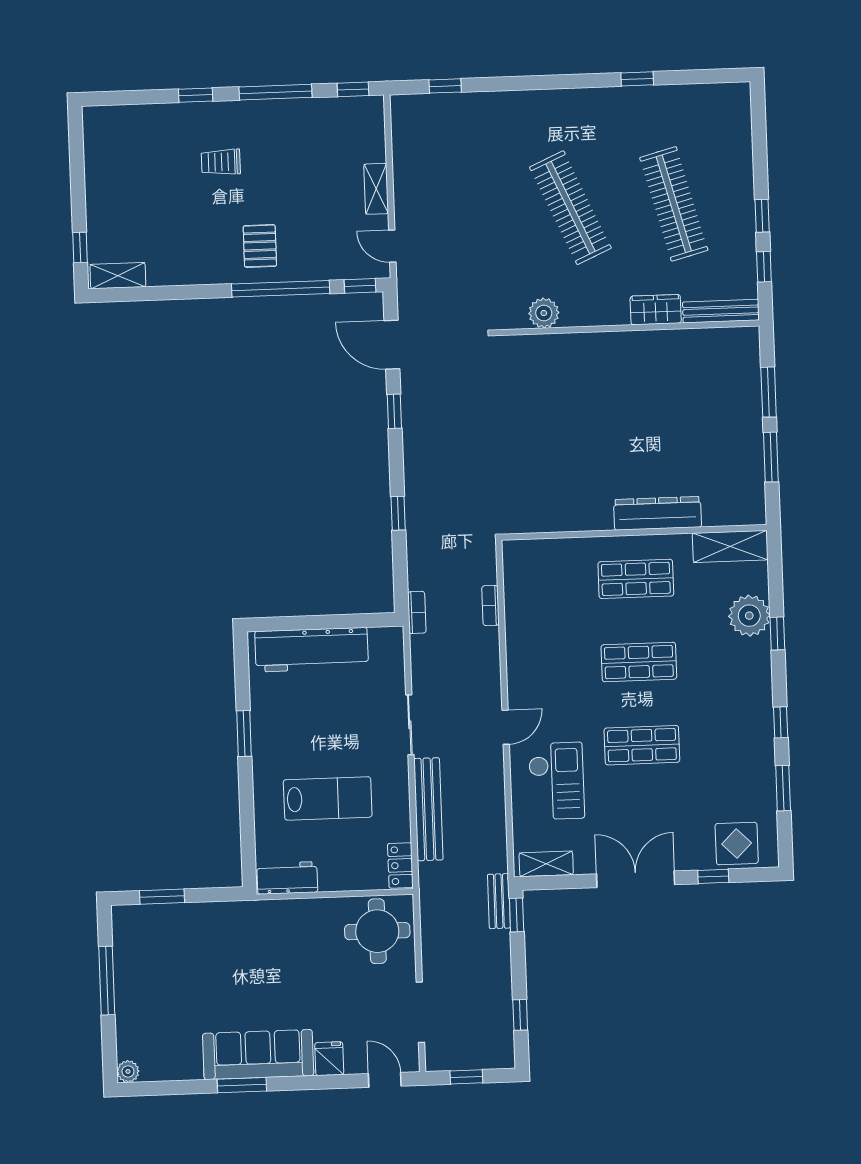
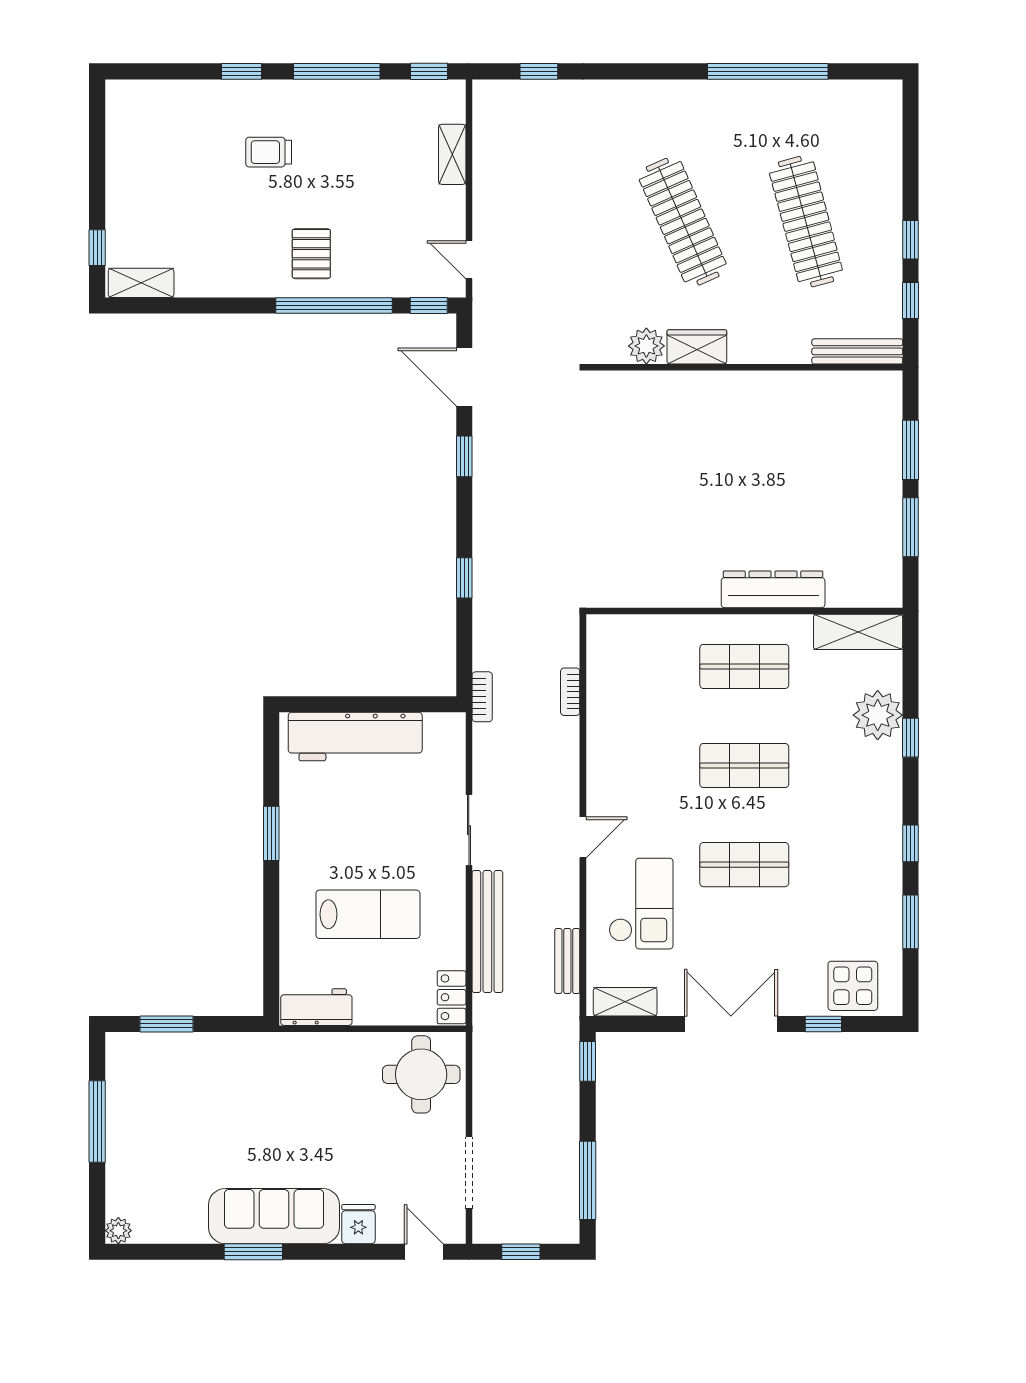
window: (637, 79) -> (768, 71), width x3.17
shelving: (376, 189) -> (452, 154), moved
wardrobe: (656, 310) -> (697, 347), moved
bench: (499, 901) -> (567, 961), moved
window: (520, 1015) -> (588, 1180), width x2.17

